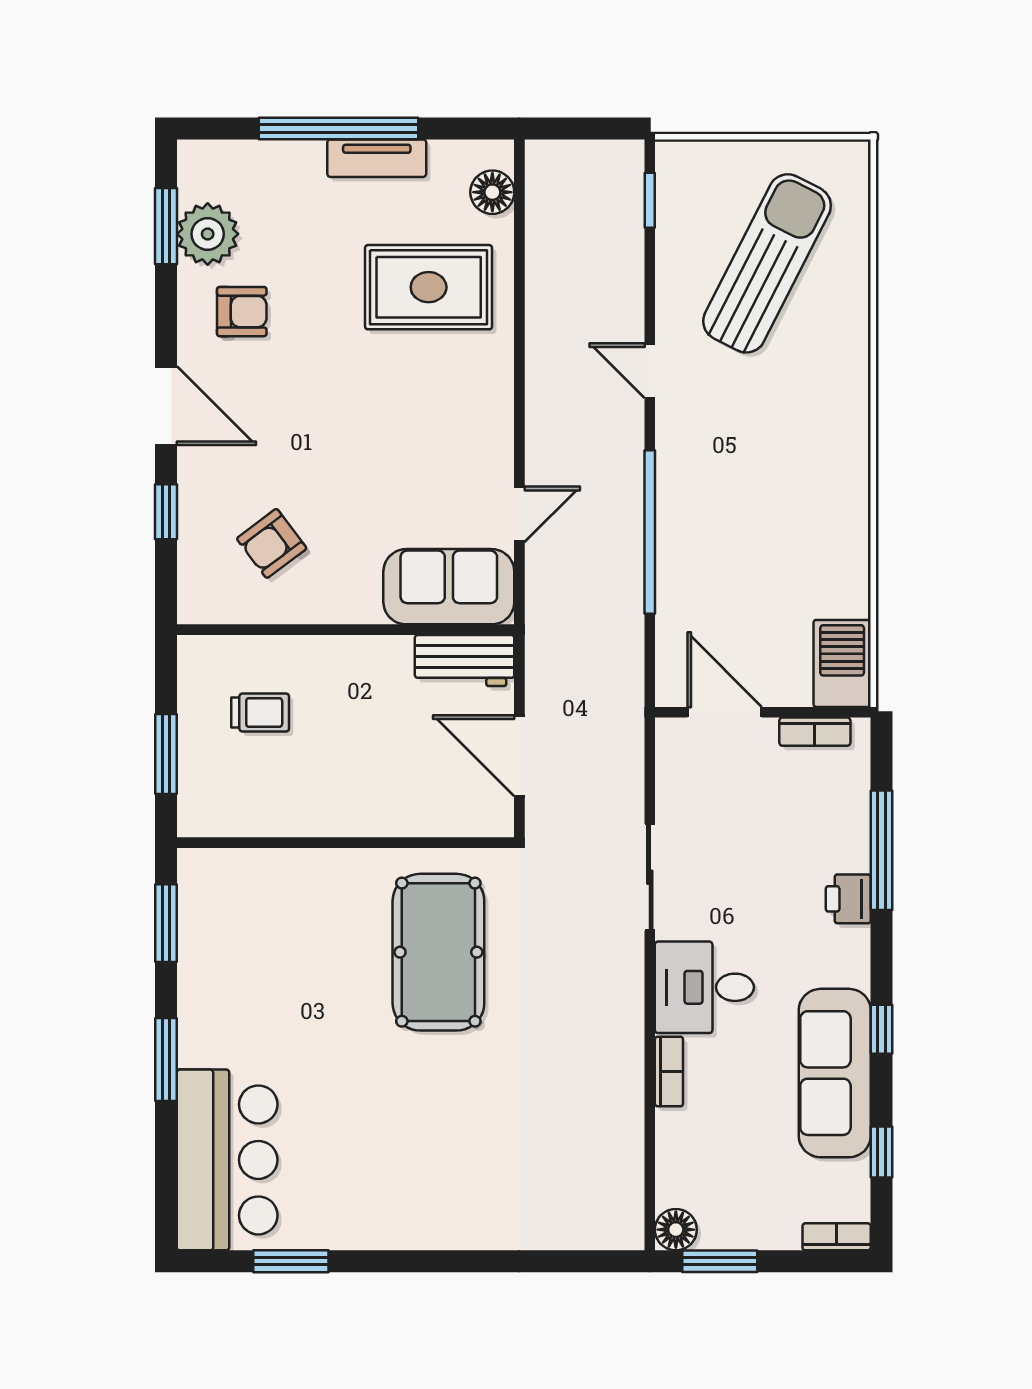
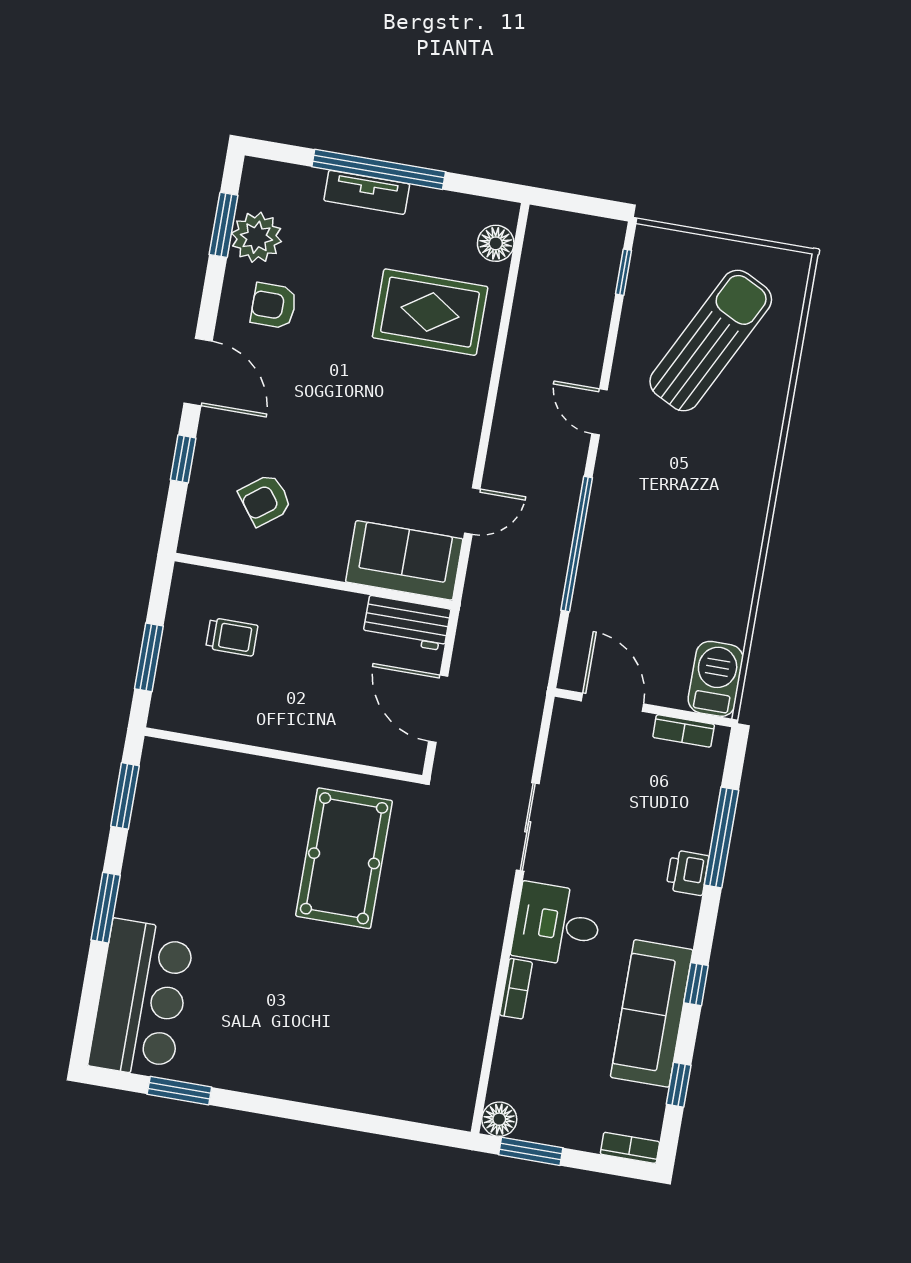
tv unit: (377, 158) -> (367, 192), moved
armchair: (242, 312) -> (274, 306), turned 180

